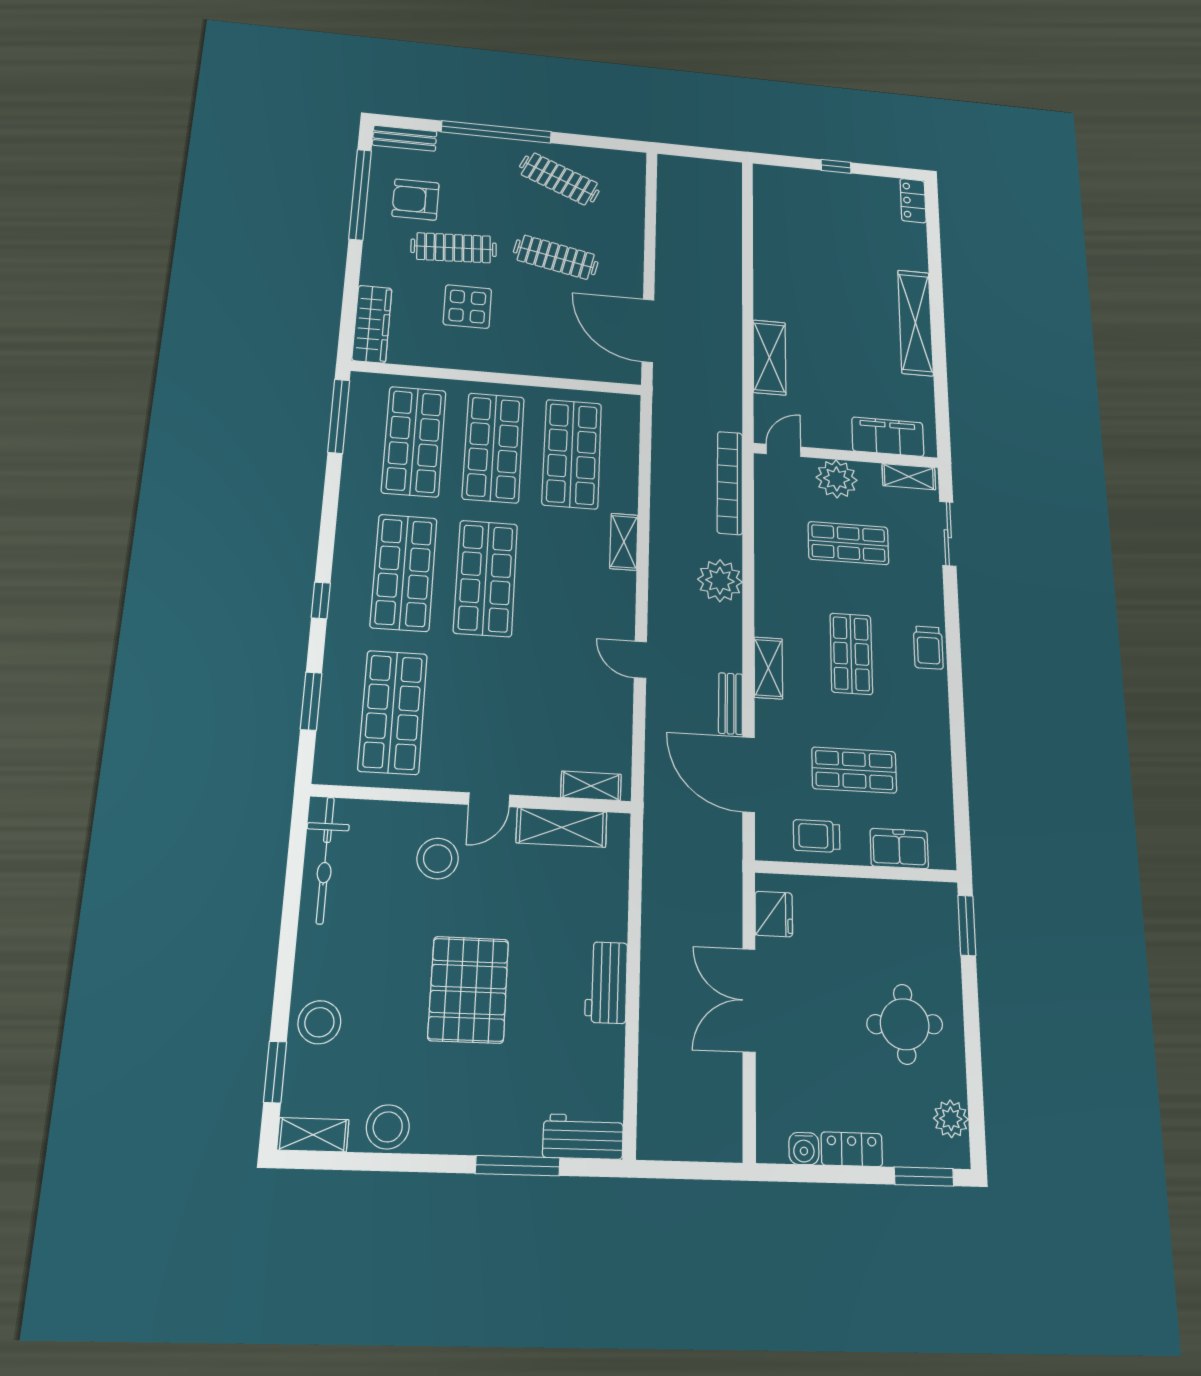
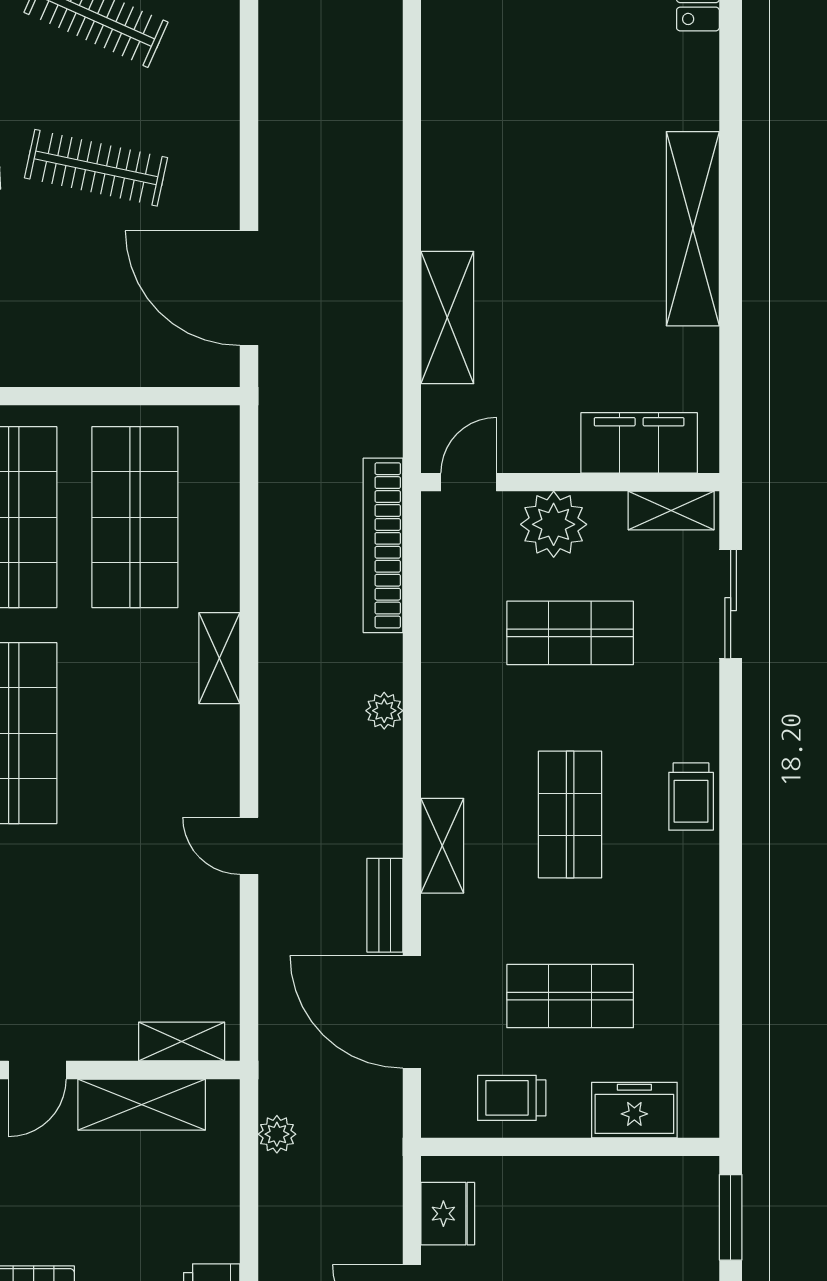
plant: (720, 581) -> (384, 711), width x0.53, depth x0.53
plant: (656, 853) -> (277, 1134), added

